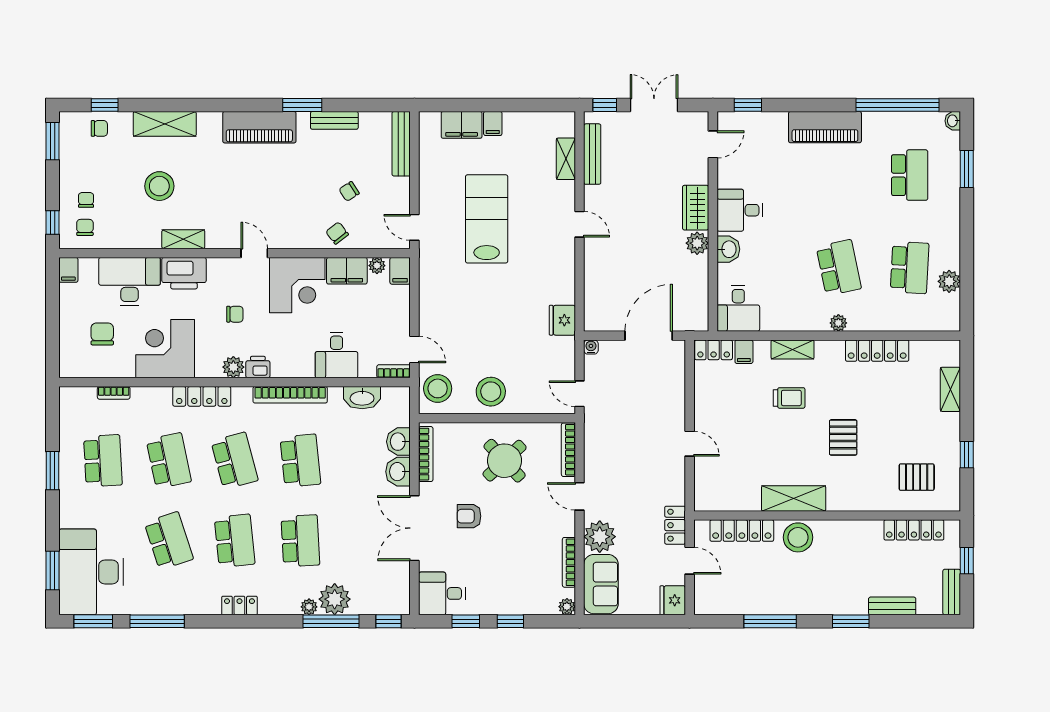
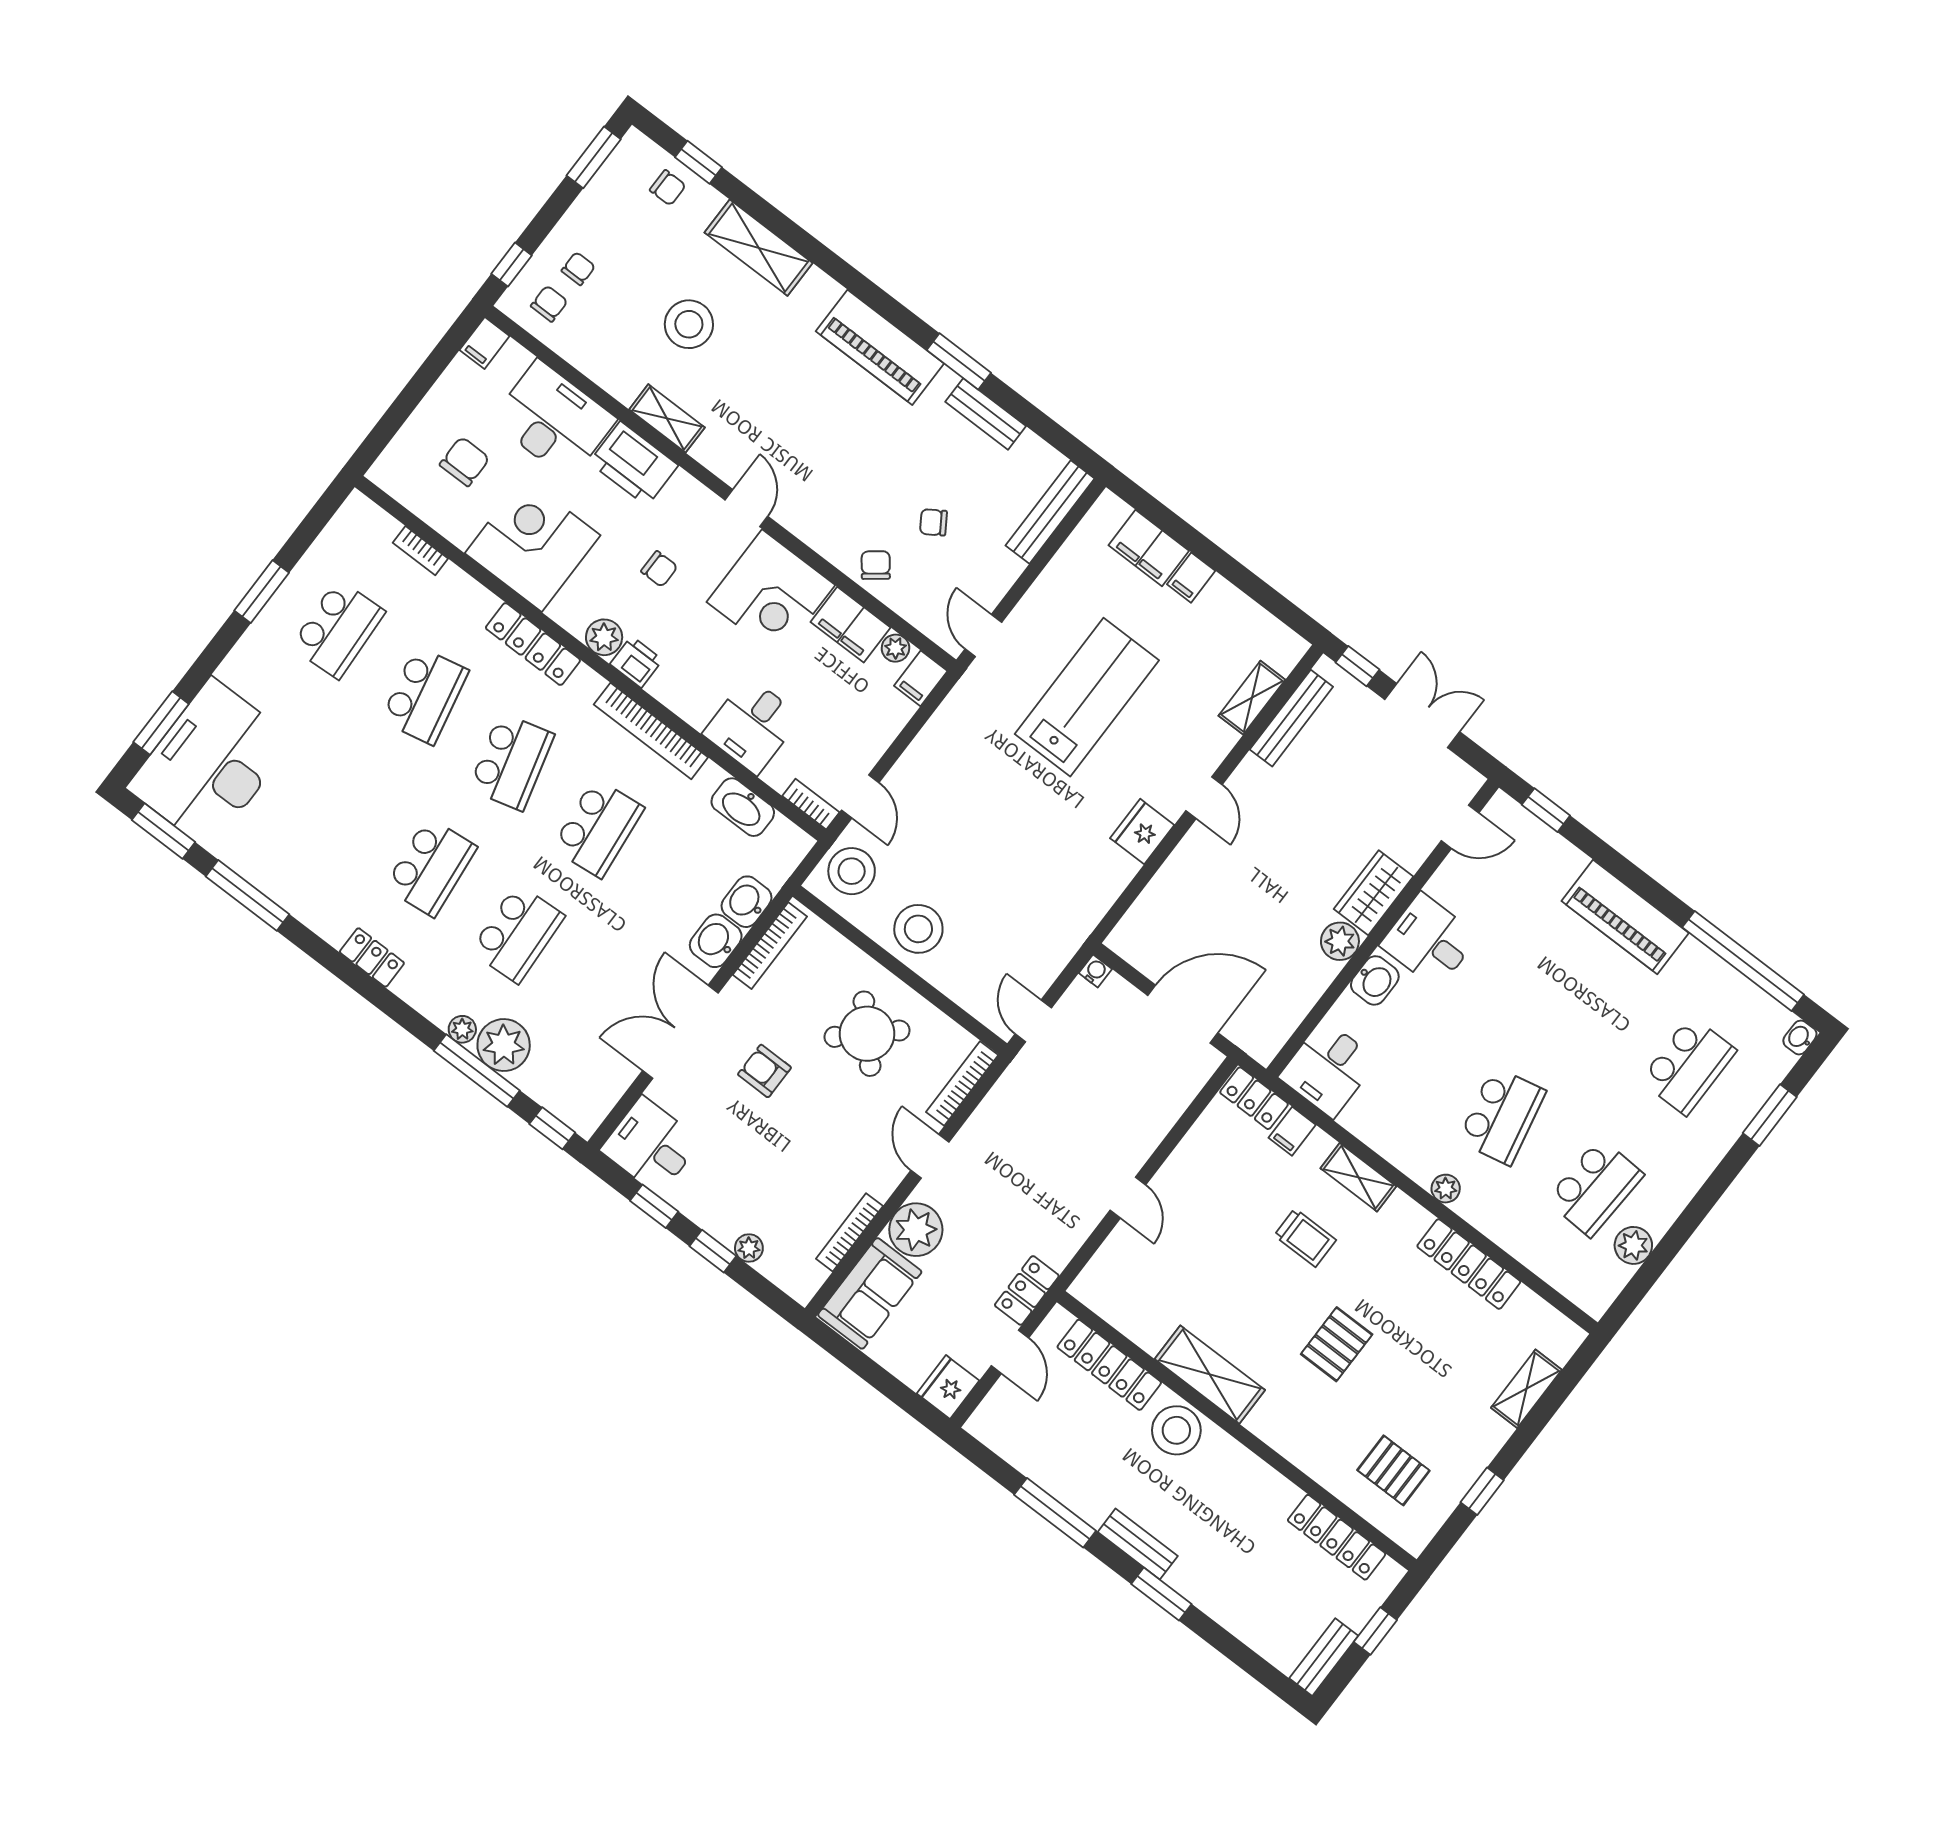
fridge: (562, 320) -> (1142, 832), moved
school desk: (169, 541) -> (344, 801), removed
bench: (892, 606) -> (1138, 1544), moved
plant: (567, 607) -> (749, 1248), moved

